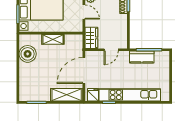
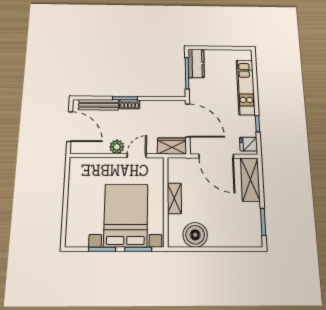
door: (111, 50) -> (188, 120), width x1.88
kitchen counter: (142, 57) -> (196, 63), moved
kitchen unit: (130, 95) -> (246, 87), width x0.73

